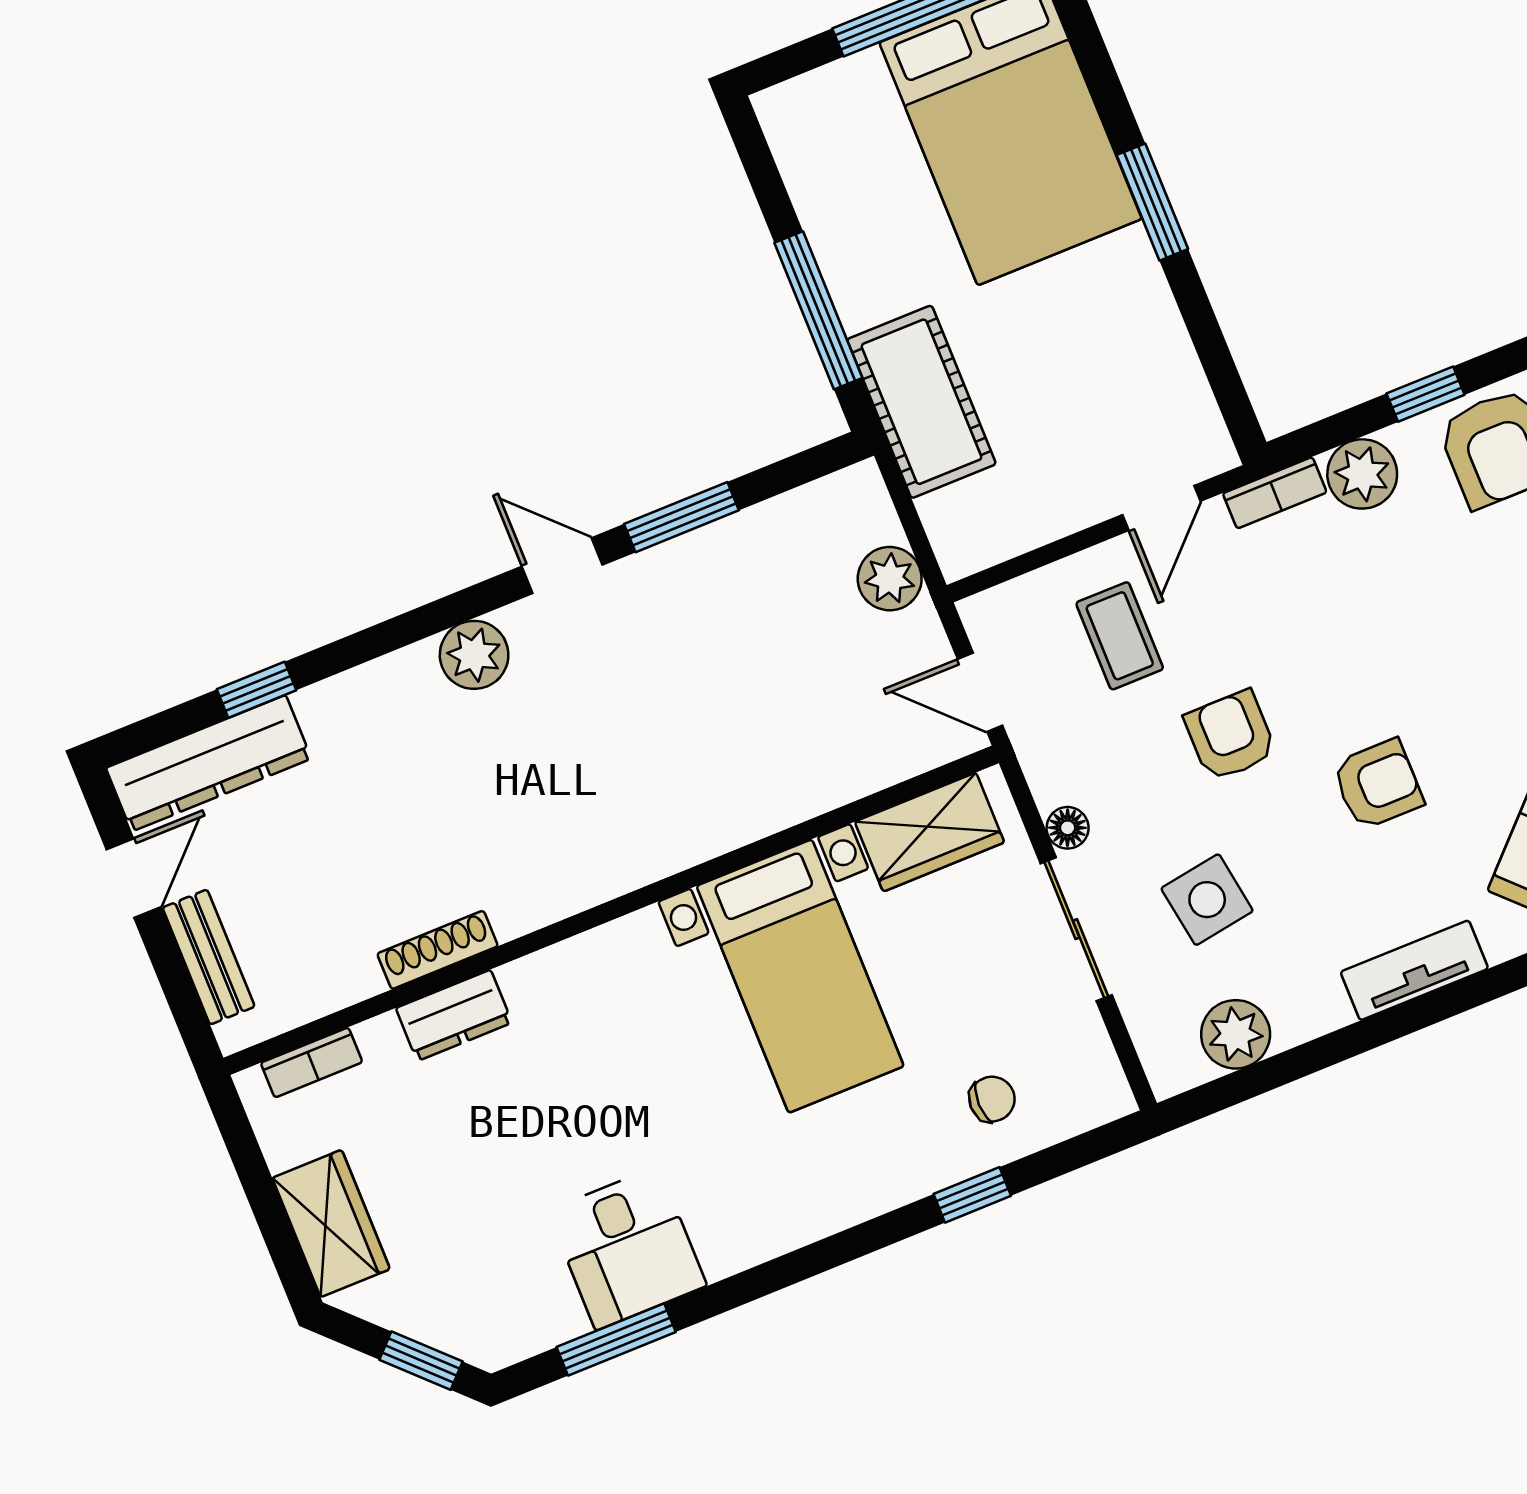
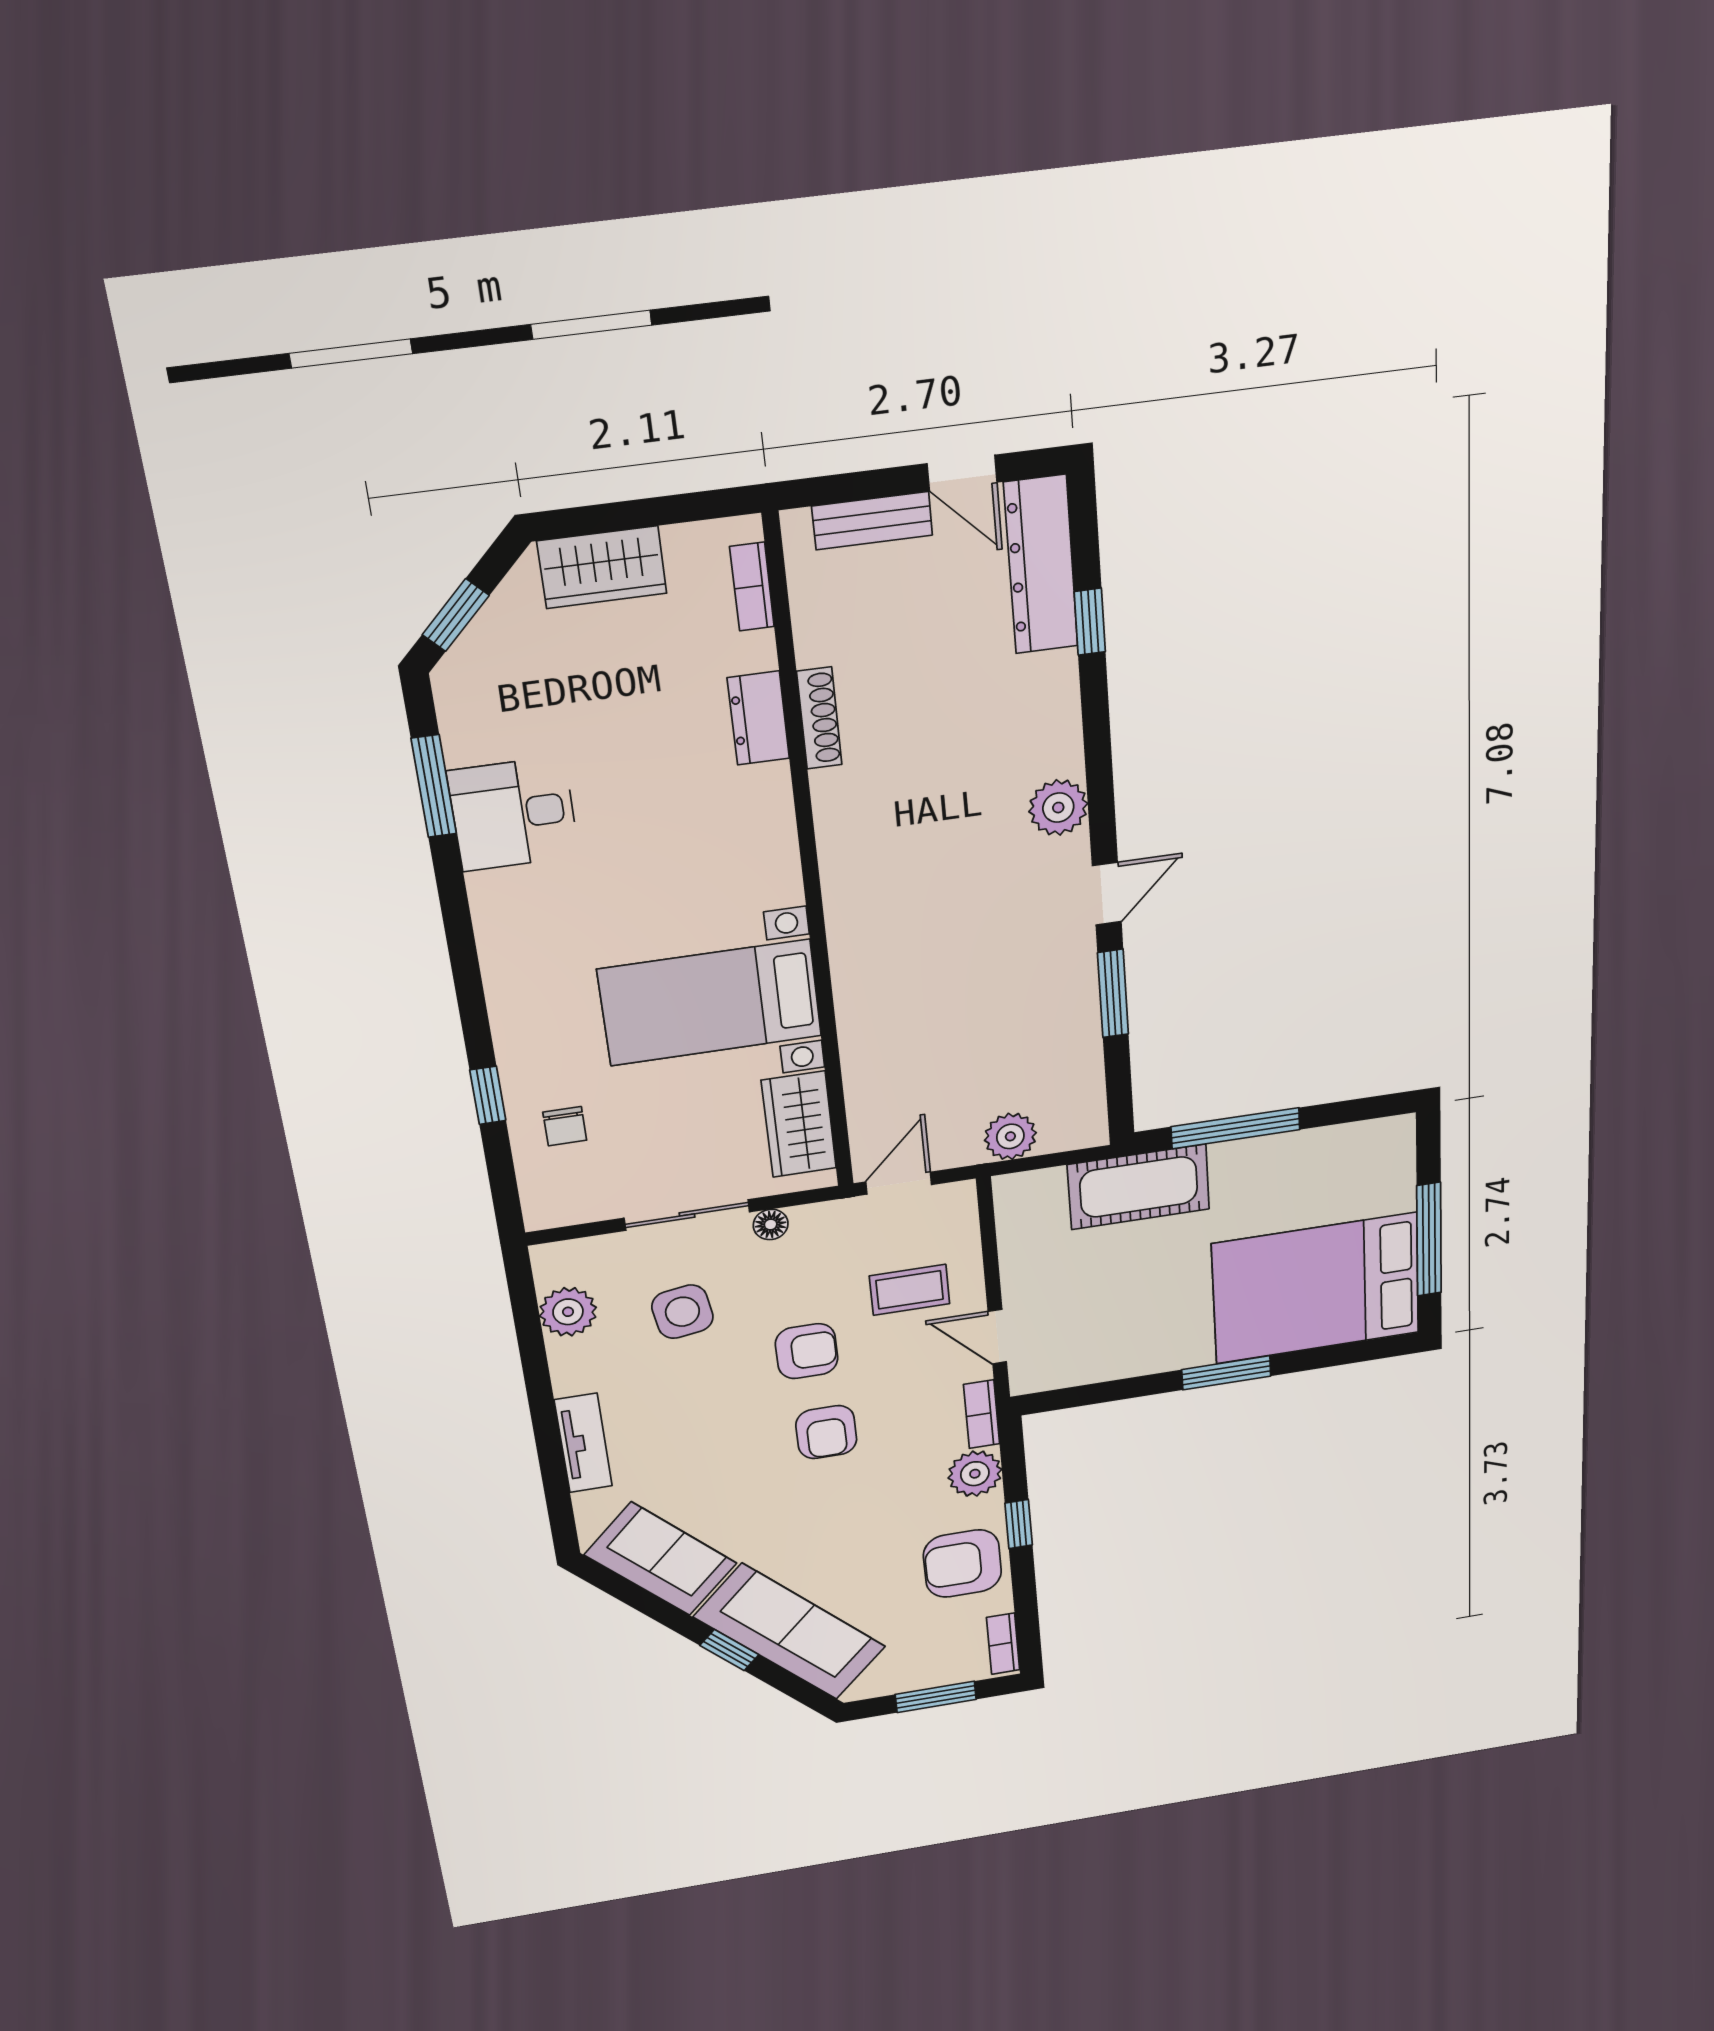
armchair: (1378, 784) -> (826, 1432), moved

